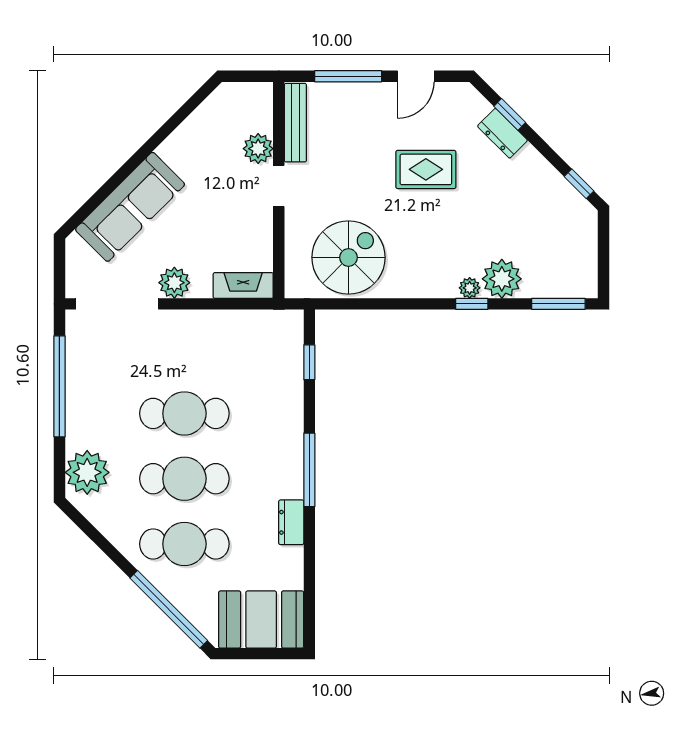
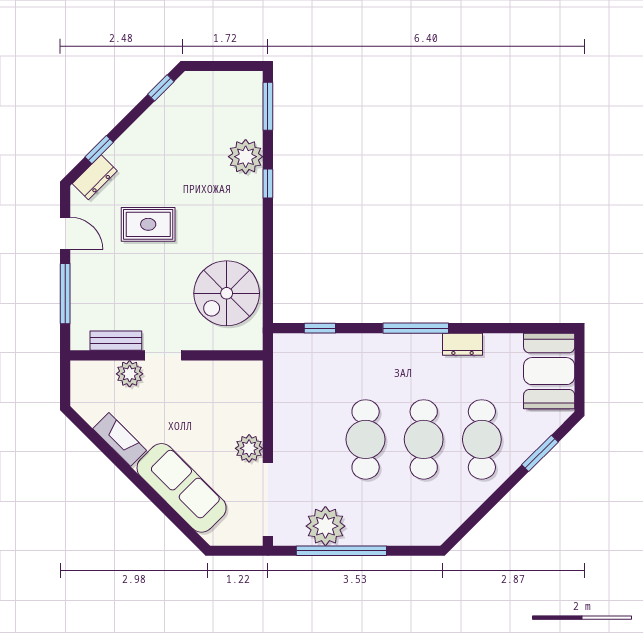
bench: (295, 123) -> (116, 341), width x0.73
dresser: (502, 133) -> (95, 177), moved
rug: (426, 169) -> (148, 224), turned 90
spiral stairs: (348, 257) -> (227, 293), turned -90
fireplace: (243, 285) -> (120, 439), moved, turned 135
plant: (470, 288) -> (254, 185), removed
plant: (87, 472) -> (325, 526), moved
window: (169, 609) -> (540, 453), width x0.47

